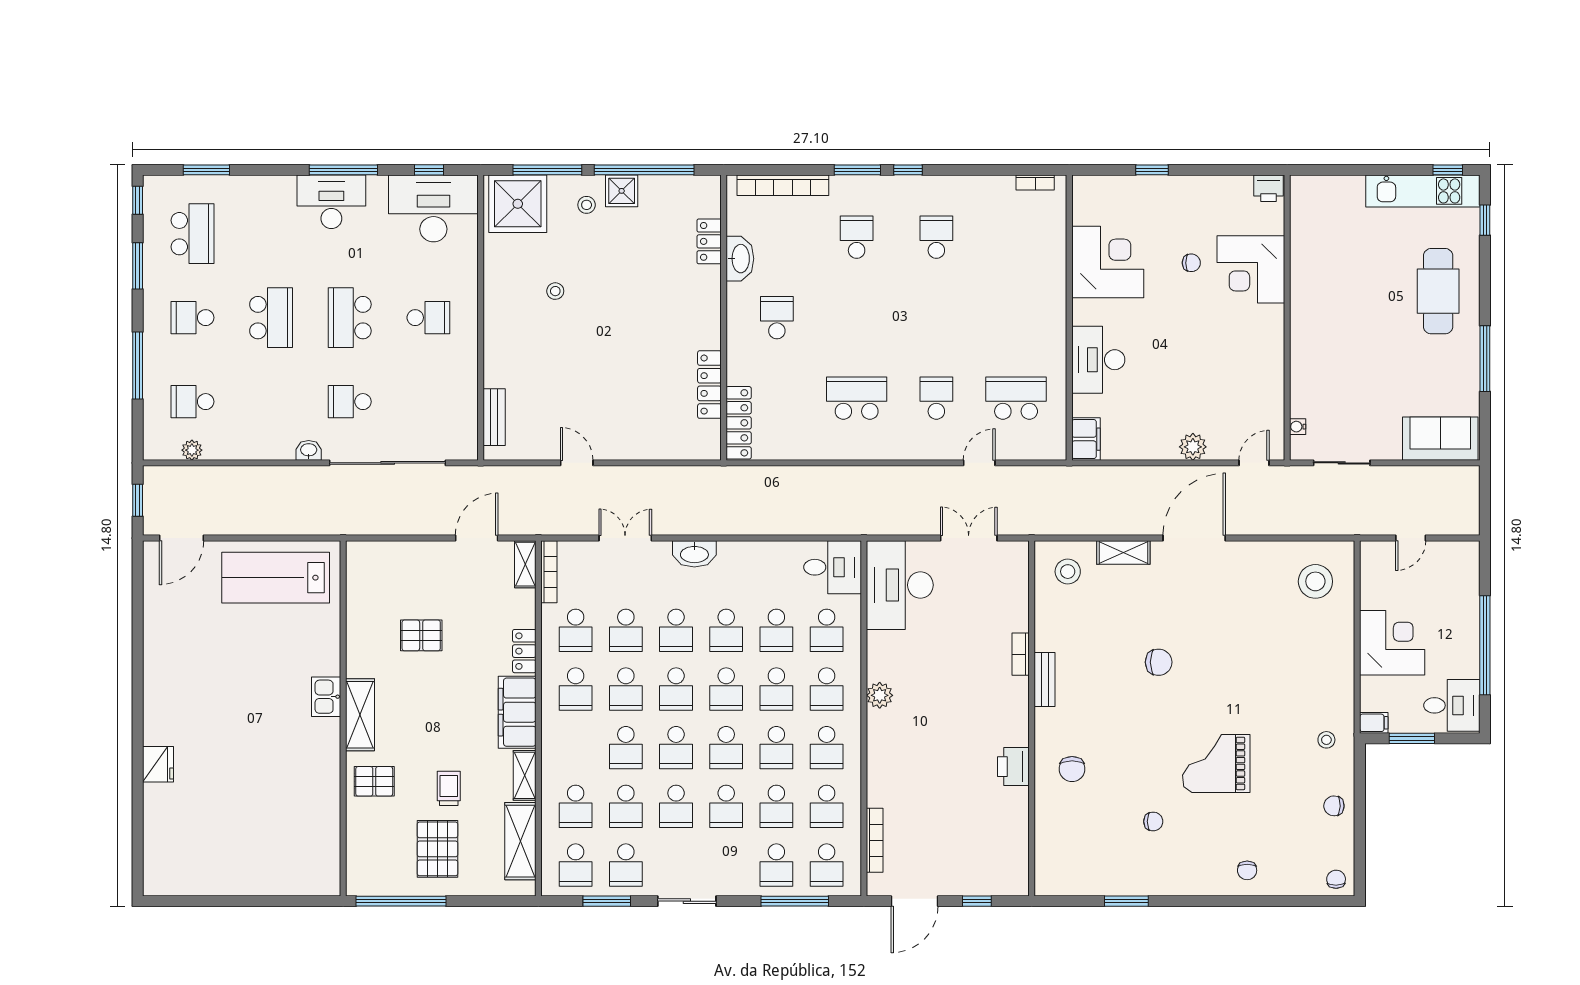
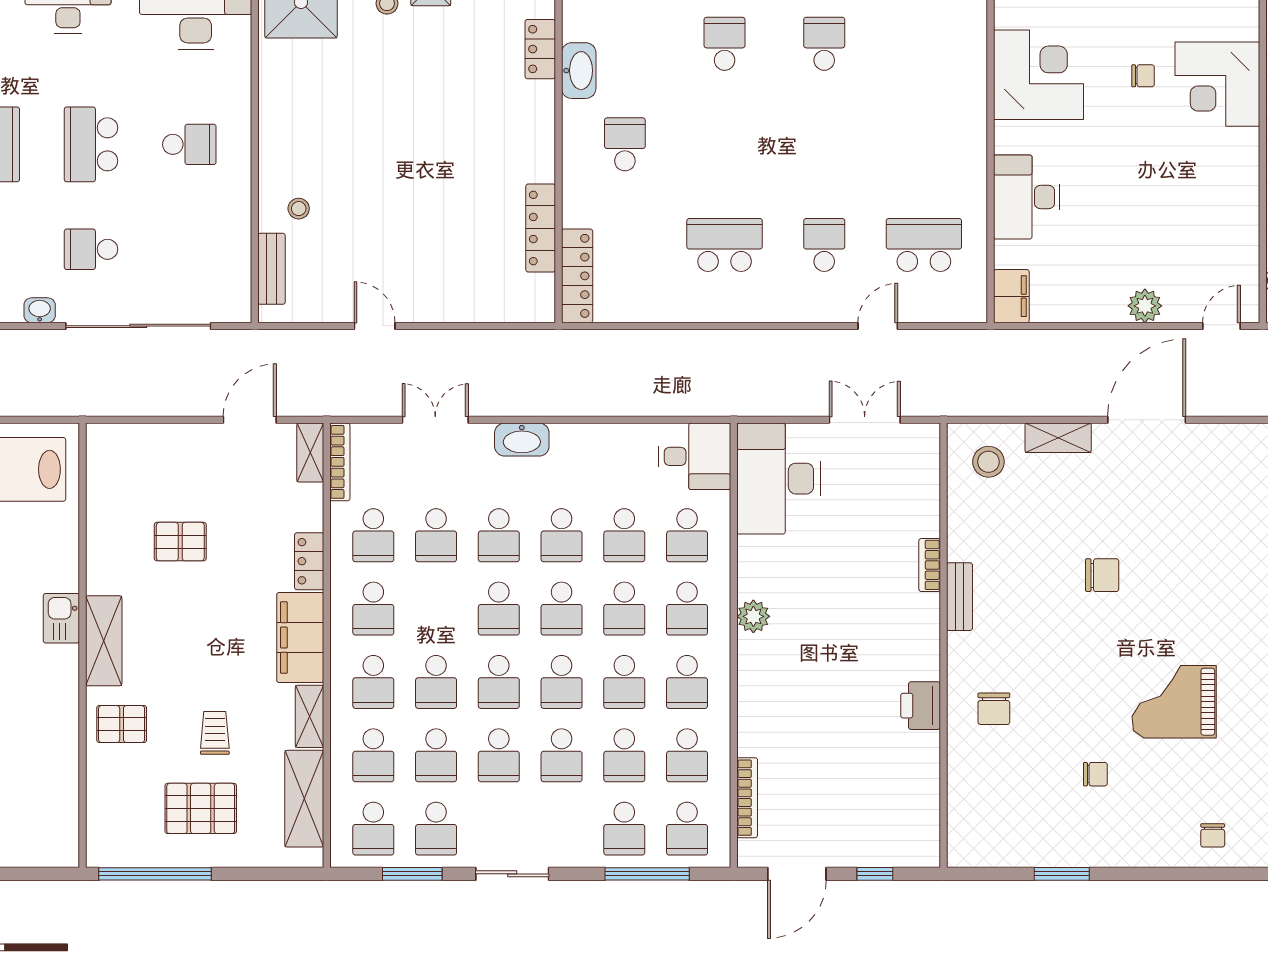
stool: (555, 291) -> (299, 209), moved
school desk: (626, 689) -> (373, 682), moved
pallet: (438, 849) -> (201, 808), turned 90

